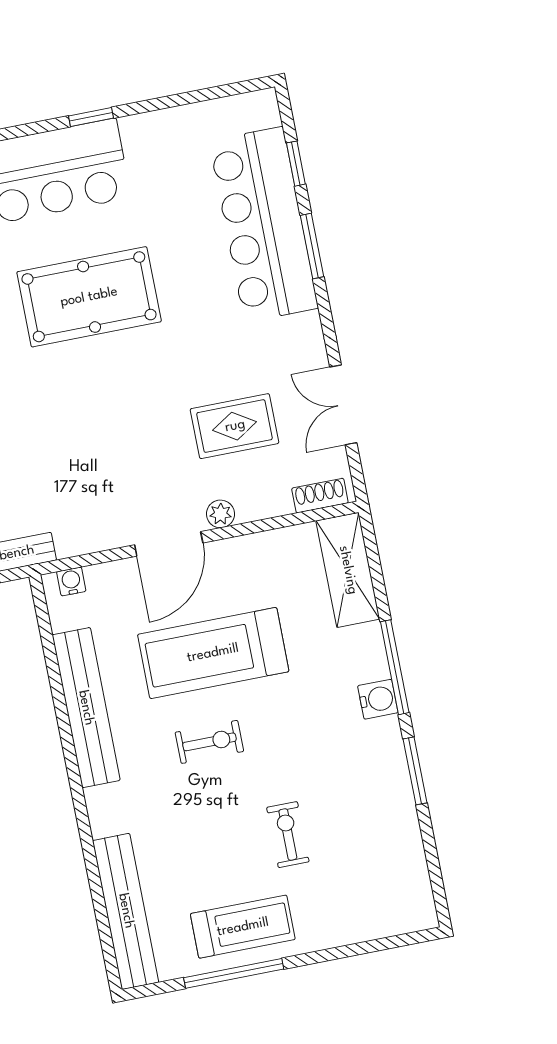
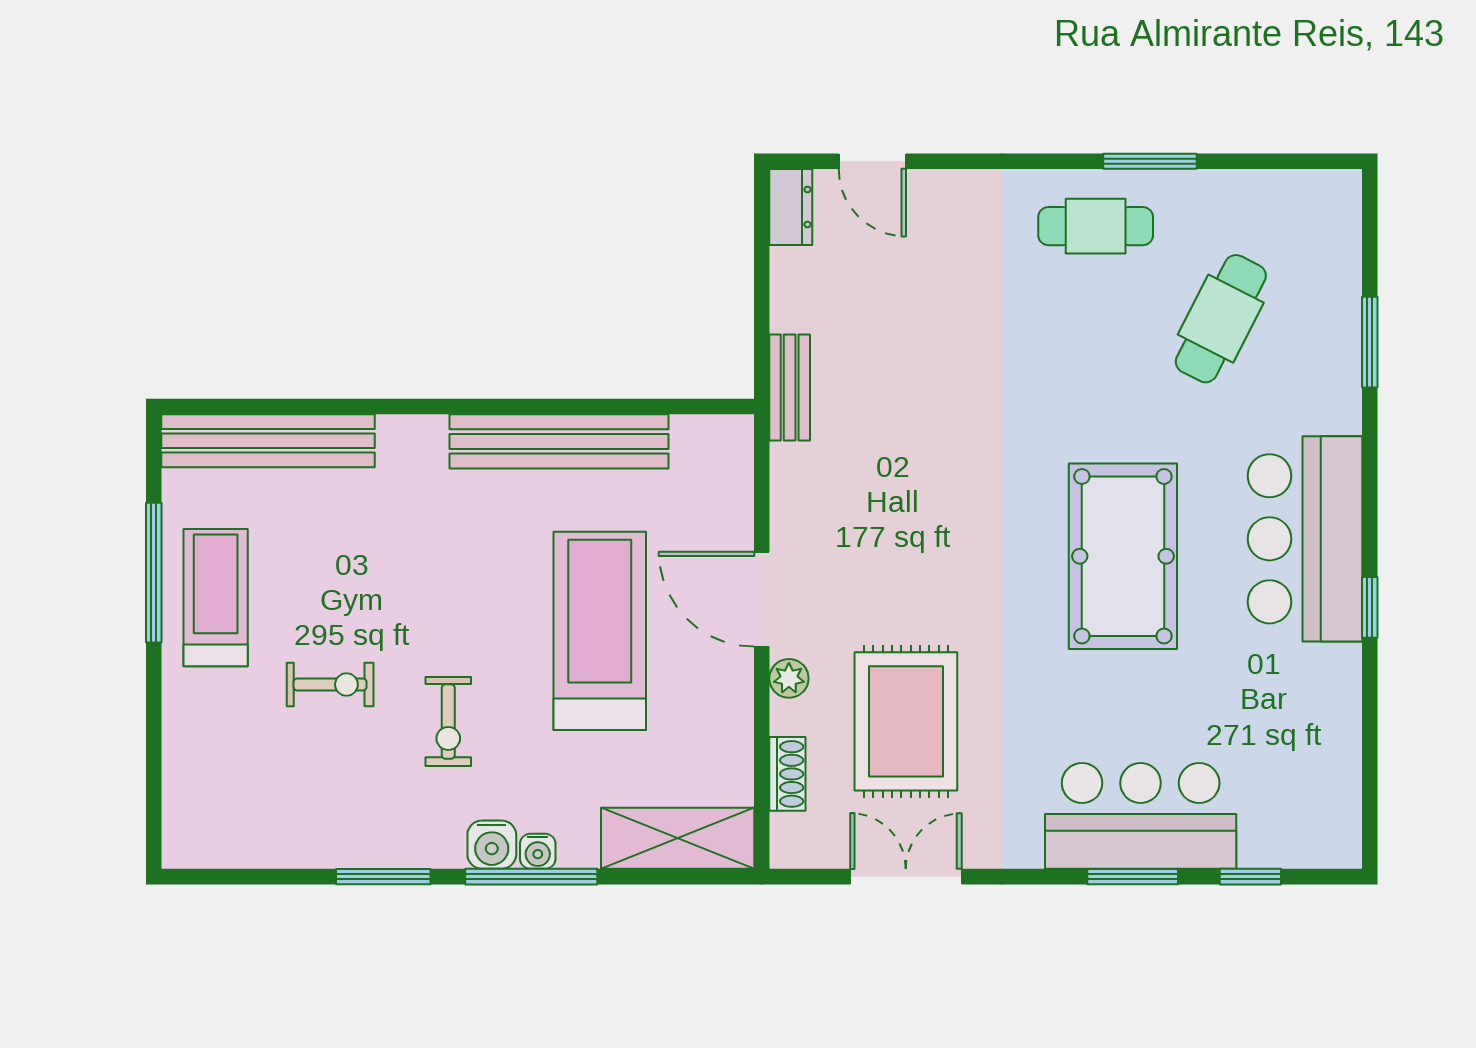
bar counter: (264, 224) -> (1141, 816), width x0.73
rug: (235, 426) -> (906, 721), width x1.36, depth x1.43
shoe rack: (320, 496) -> (787, 774), moved
water cooler: (71, 581) -> (538, 851), moved, turned 90
exercise bike: (209, 742) -> (448, 722), moved
treadmill: (243, 927) -> (216, 598), turned 180

